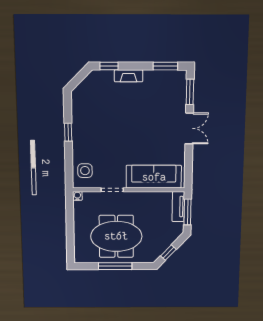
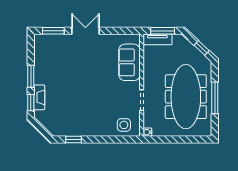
window: (165, 66) -> (31, 76), moved
fireplace: (129, 76) -> (39, 97), moved
window: (68, 132) -> (73, 140), moved
sofa: (154, 177) -> (129, 62), width x0.73
meeting table: (116, 236) -> (186, 97), width x1.36

